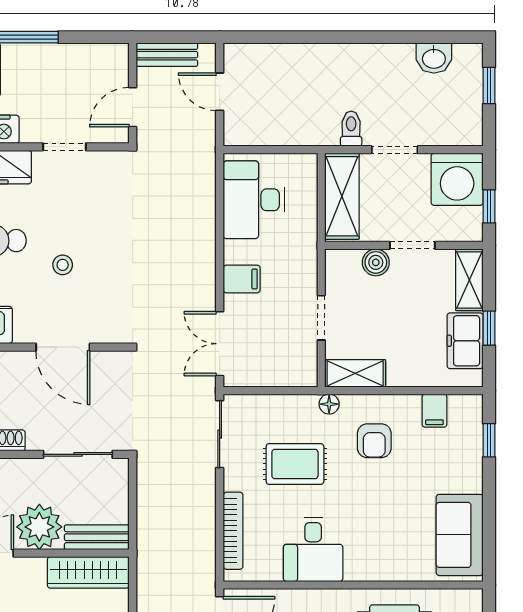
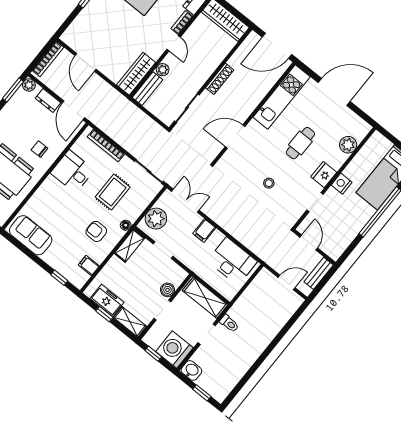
washbasin: (434, 58) -> (191, 371), moved, turned 90
stool: (63, 265) -> (269, 183), moved
plant: (282, 367) -> (156, 219), added
plant: (39, 527) -> (163, 70), width x0.53, depth x0.53

